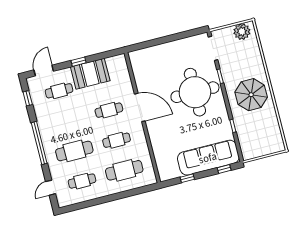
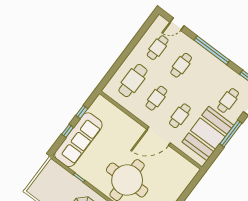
window: (79, 62) -> (231, 133), width x2.17
booth: (90, 74) -> (208, 134), width x1.36, depth x1.42
cafe table: (74, 151) -> (181, 65), width x0.73, depth x0.74
window: (224, 169) -> (68, 131), moved
door: (50, 188) -> (177, 24), swing flipped

